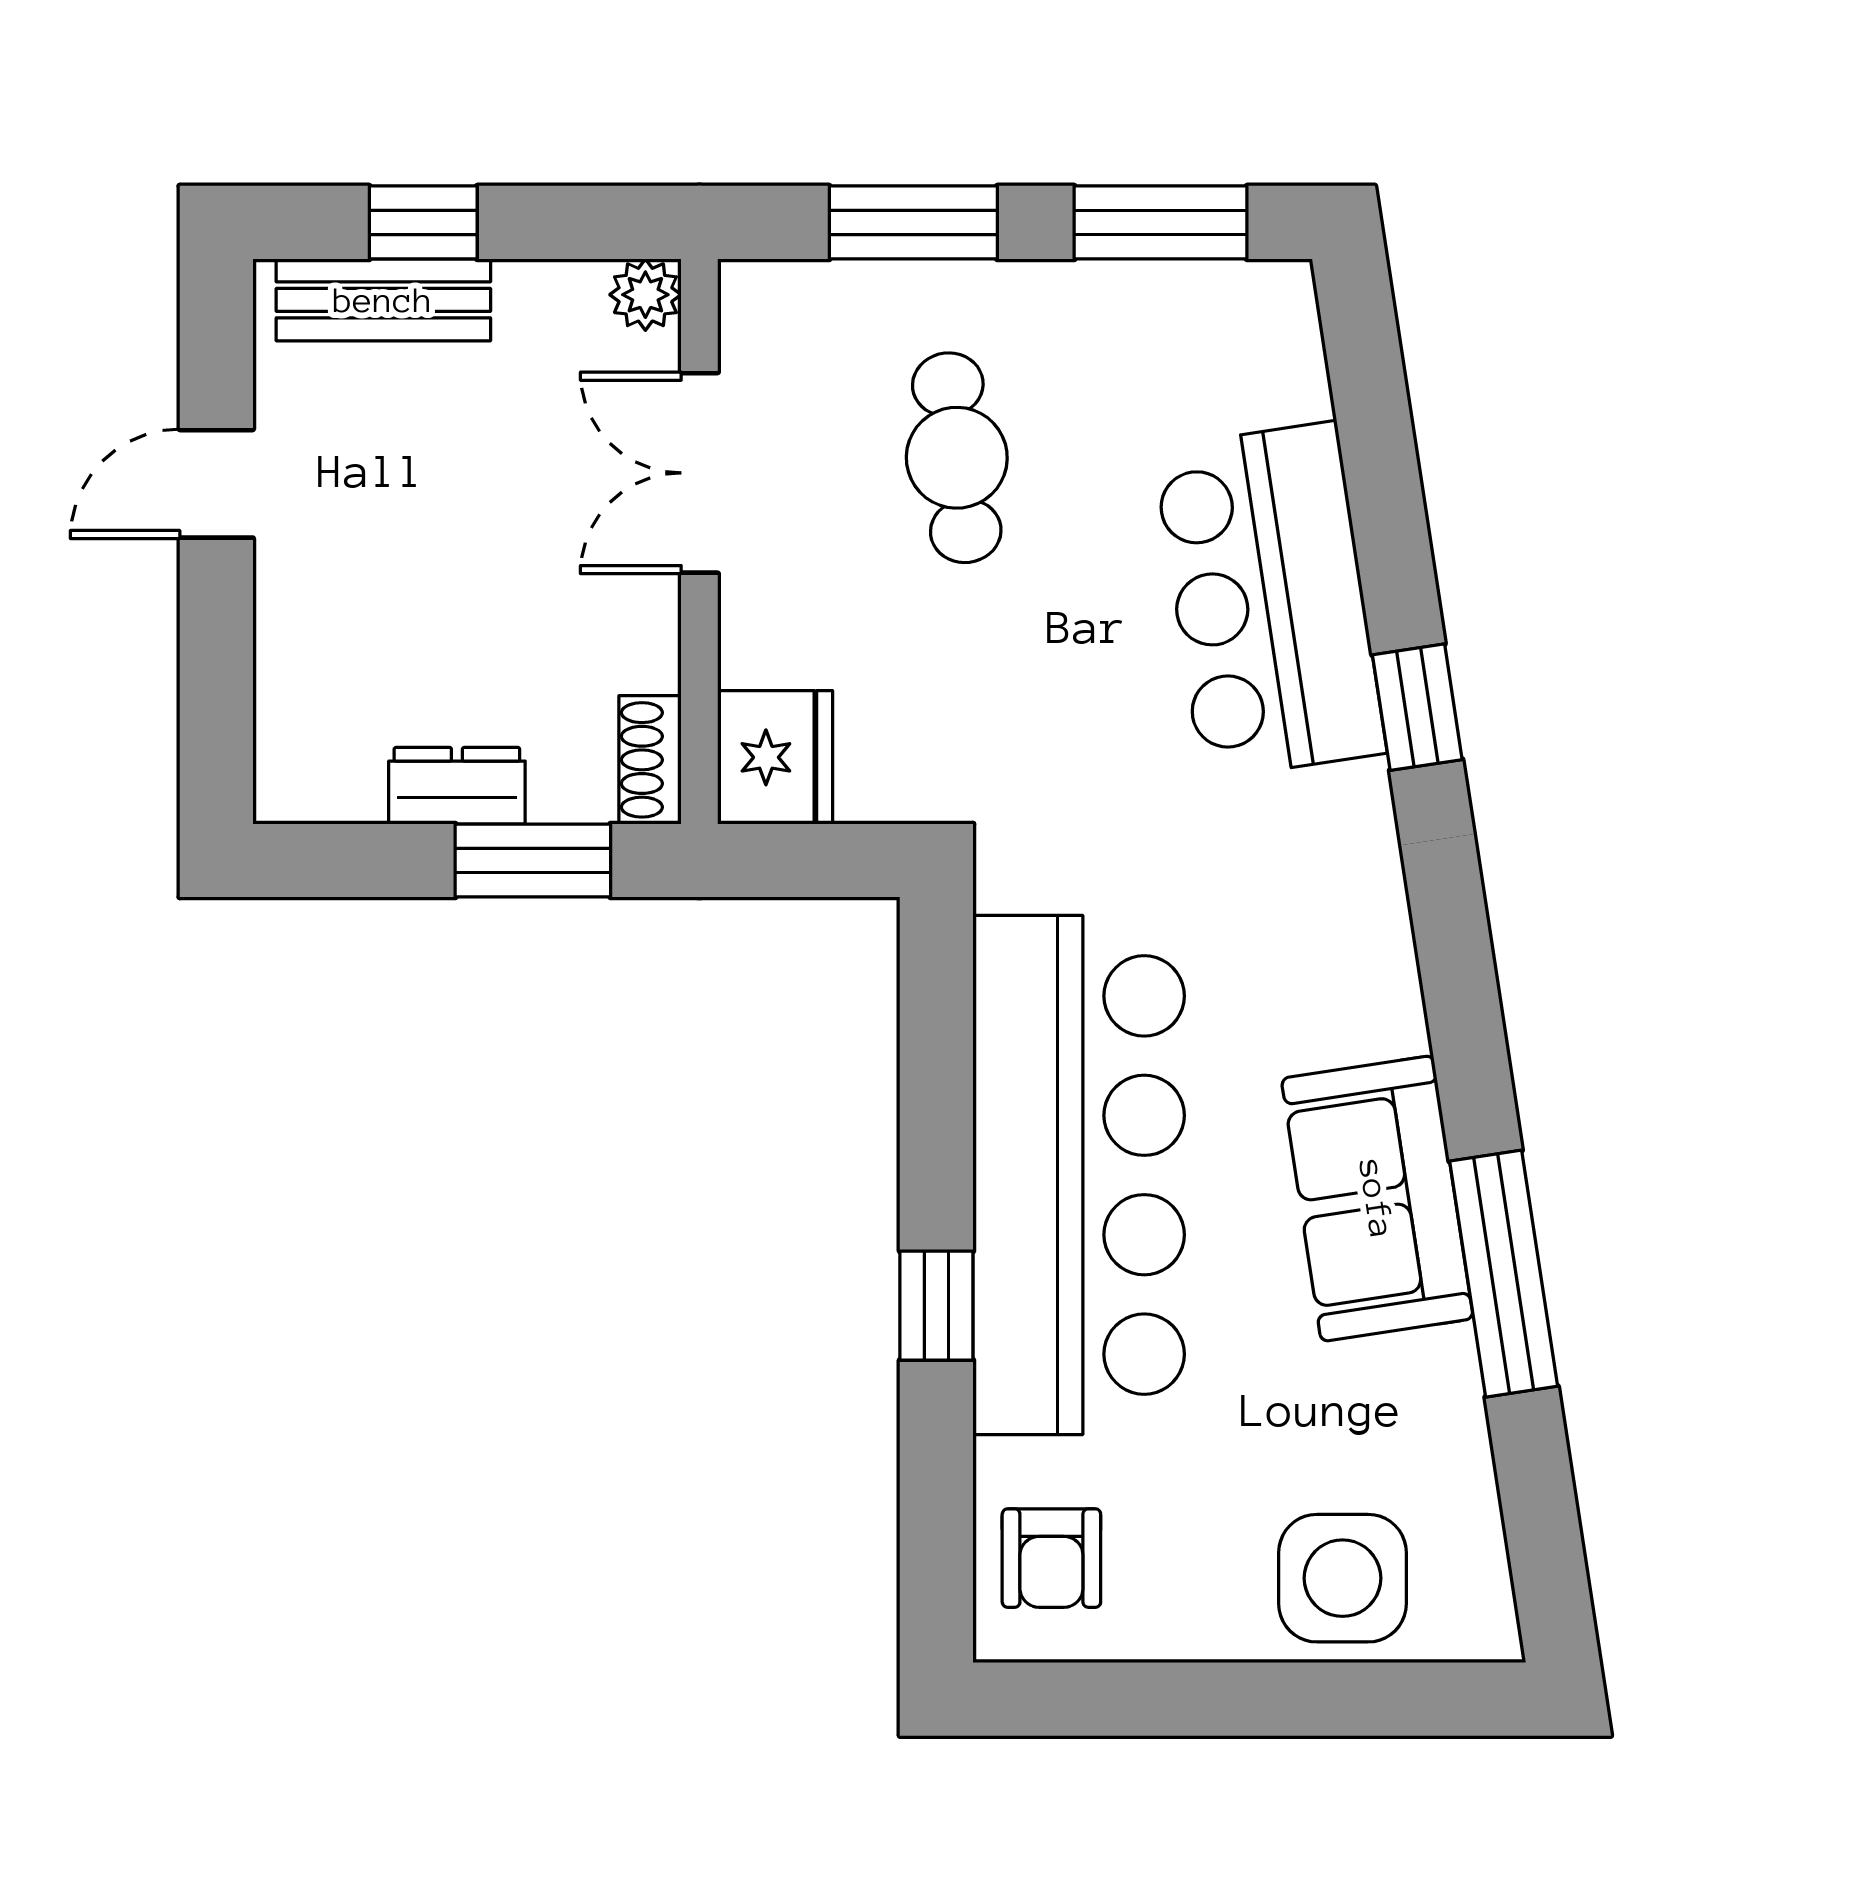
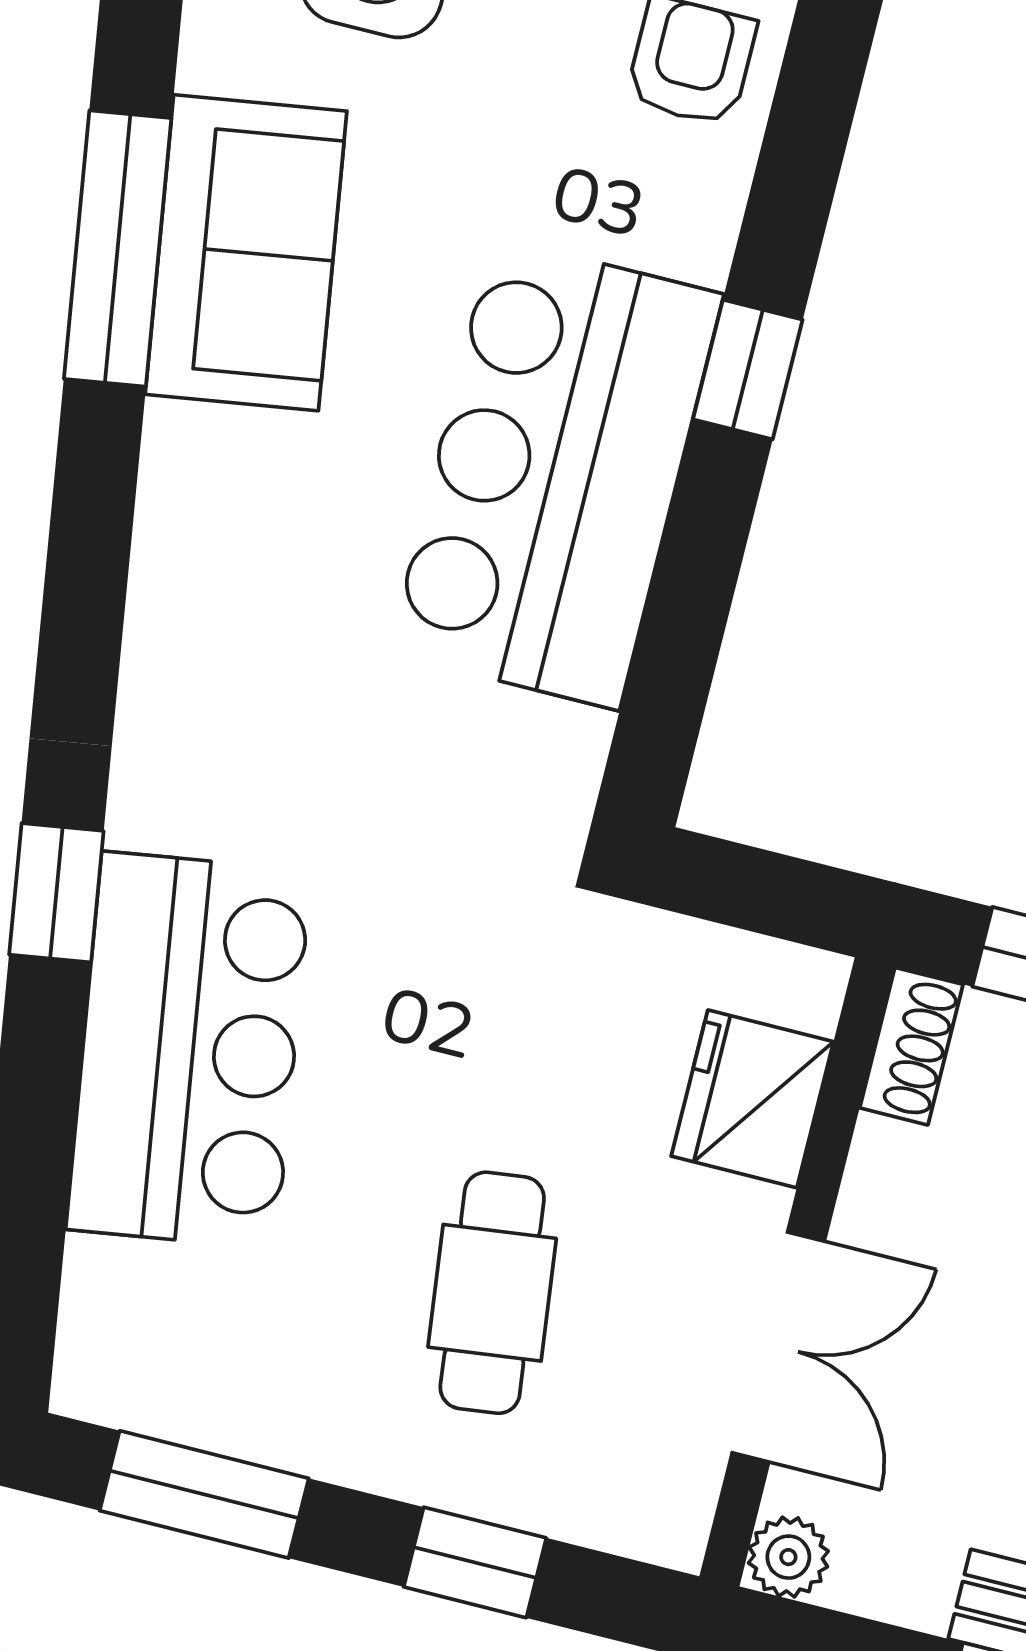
window: (913, 222) -> (475, 1562), width x0.67
fridge: (775, 757) -> (752, 1099), moved
bar counter: (1079, 1175) -> (556, 474), width x0.73
sofa: (1377, 1199) -> (246, 253), moved

